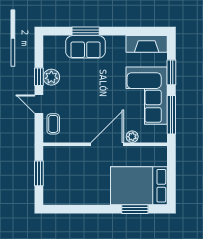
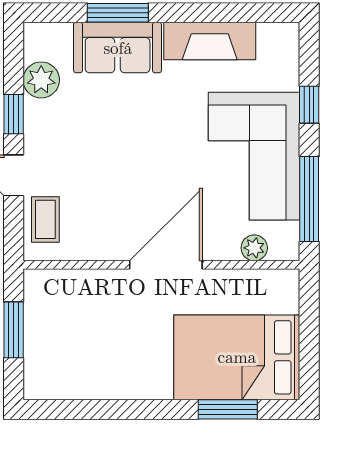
fireplace: (147, 44) -> (210, 41), moved
window: (171, 72) -> (309, 105), width x0.67
plant: (51, 77) -> (41, 80), moved
plant: (132, 137) -> (254, 248), moved

